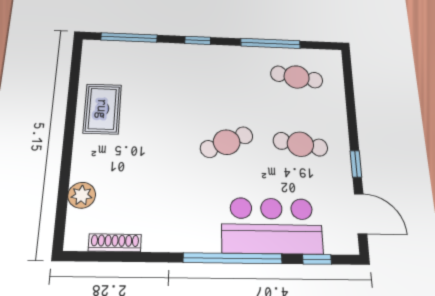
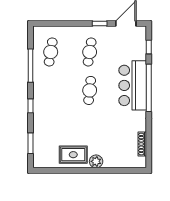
window: (129, 38) -> (31, 143), width x0.69
cafe table: (227, 142) -> (90, 90), turned 30
plant: (82, 195) -> (96, 161), moved
bar counter: (272, 226) -> (133, 85), moved

